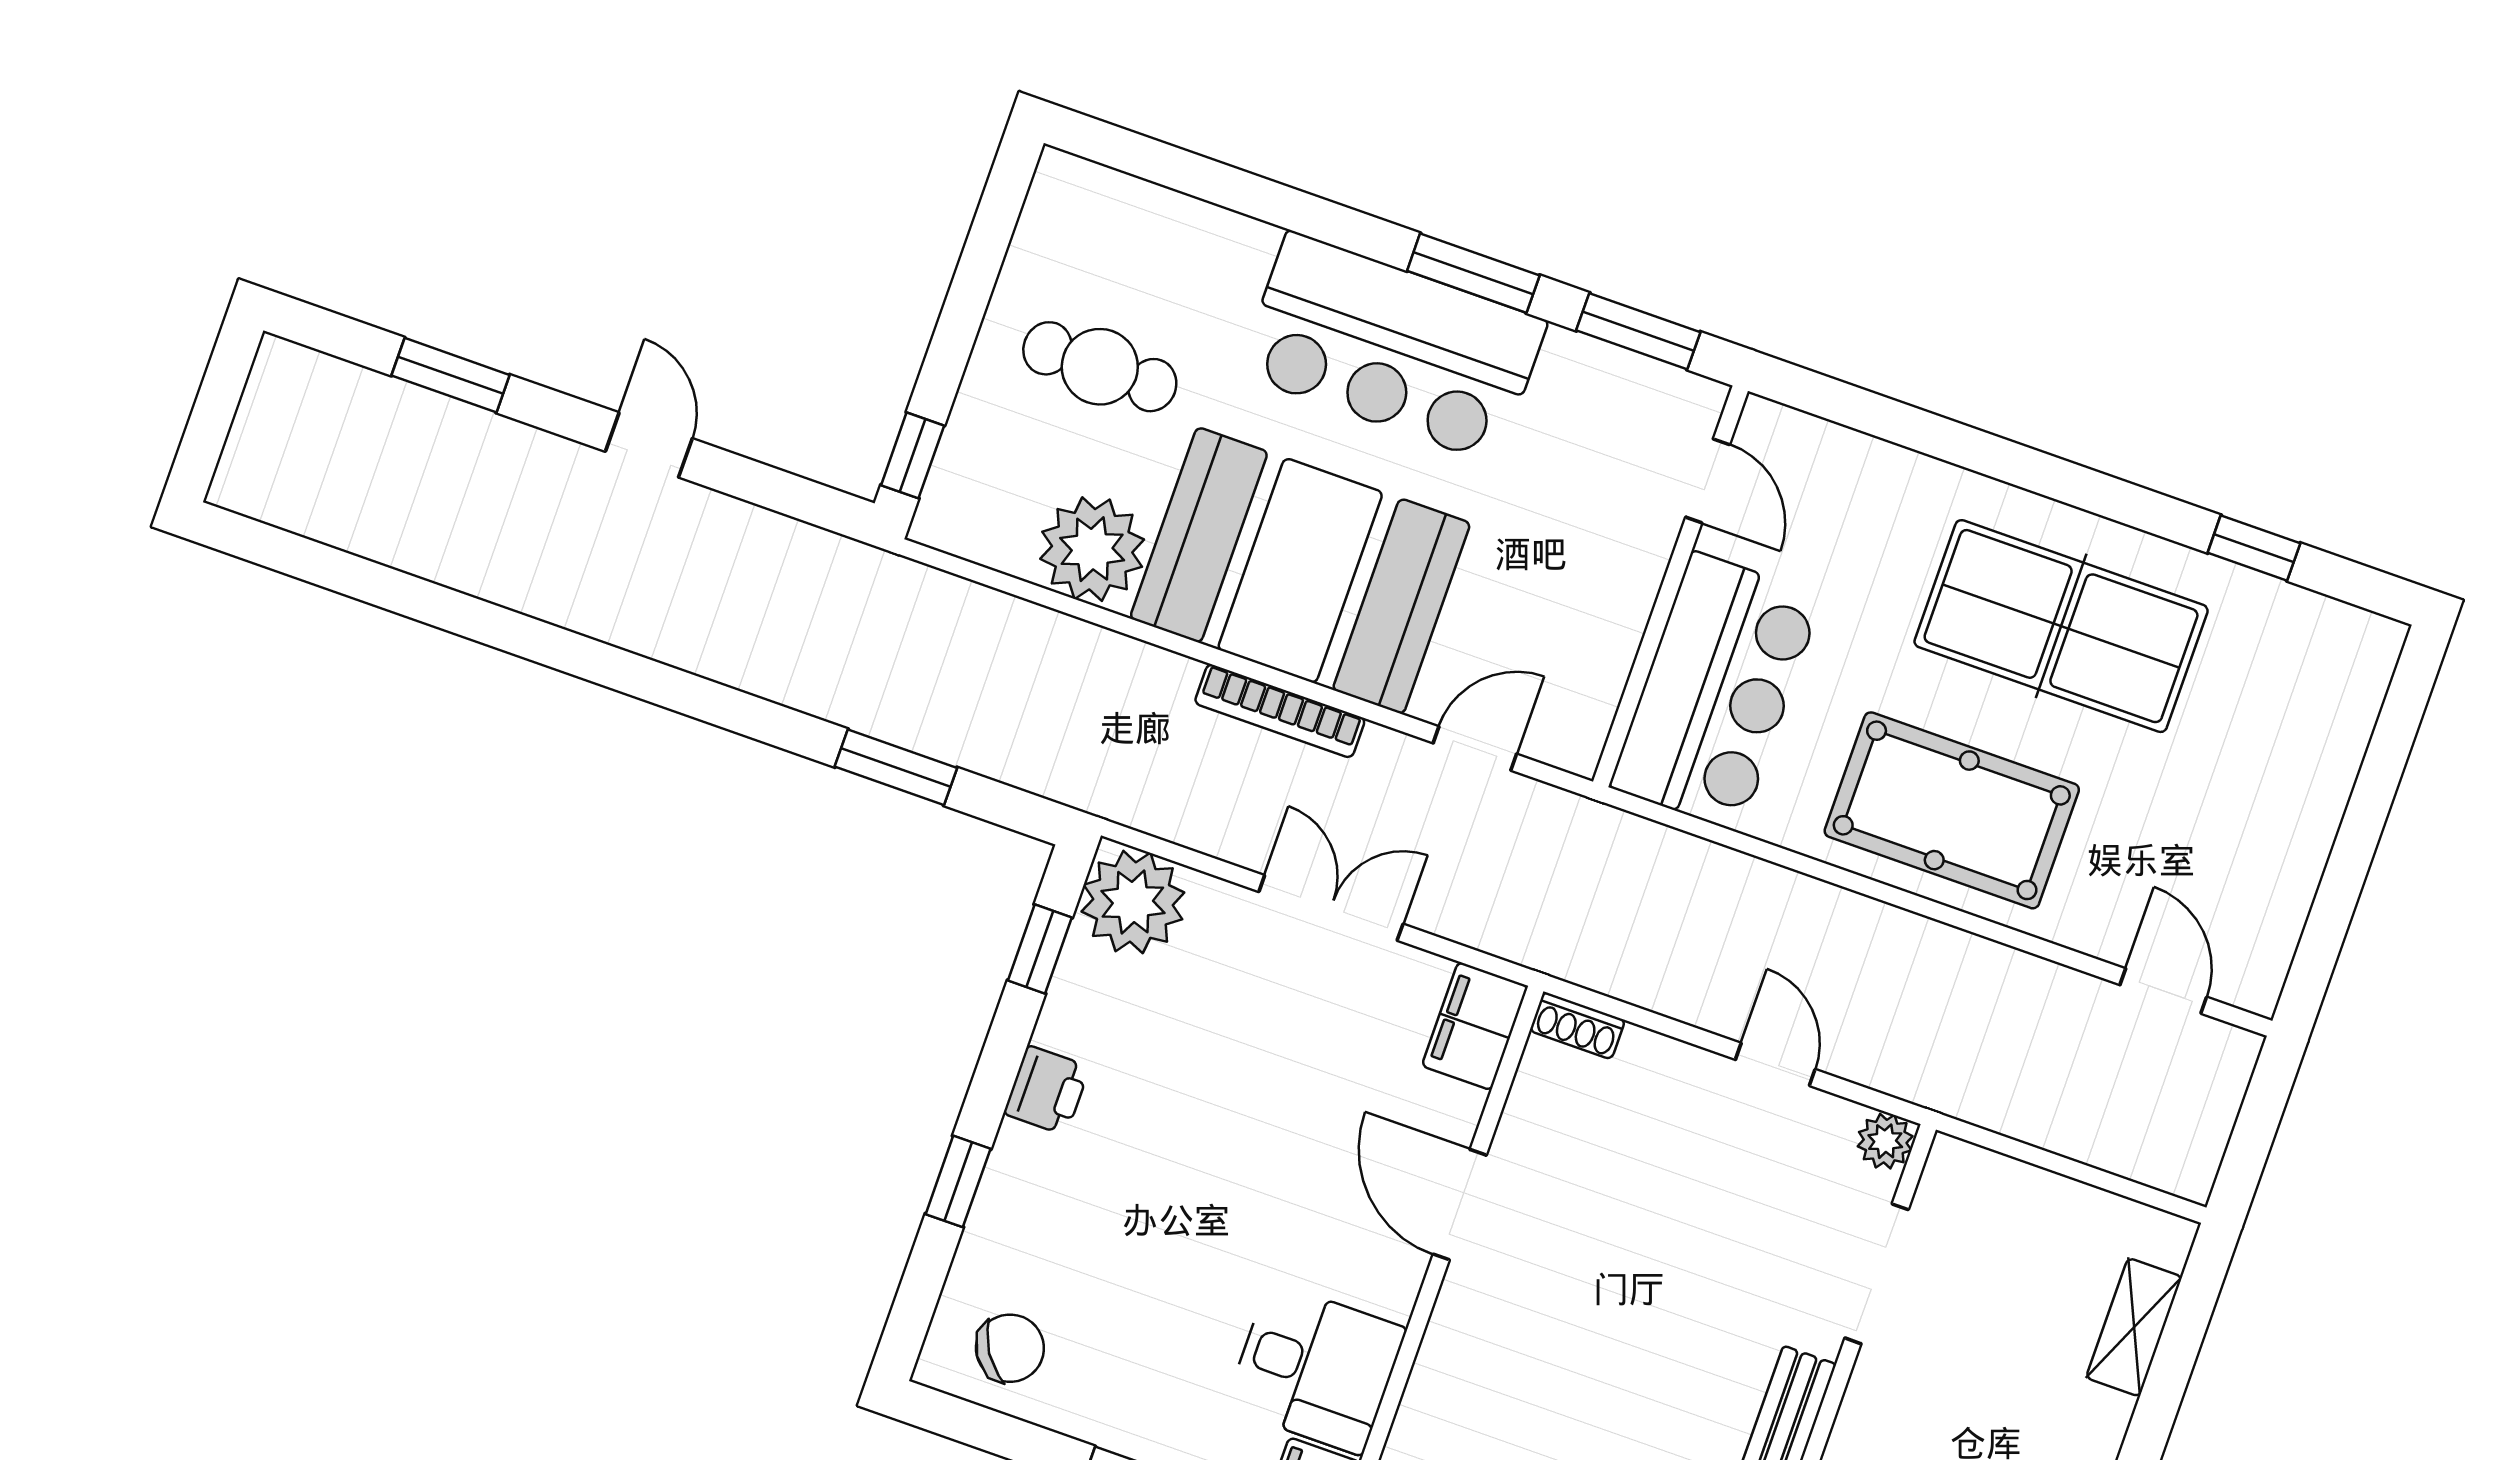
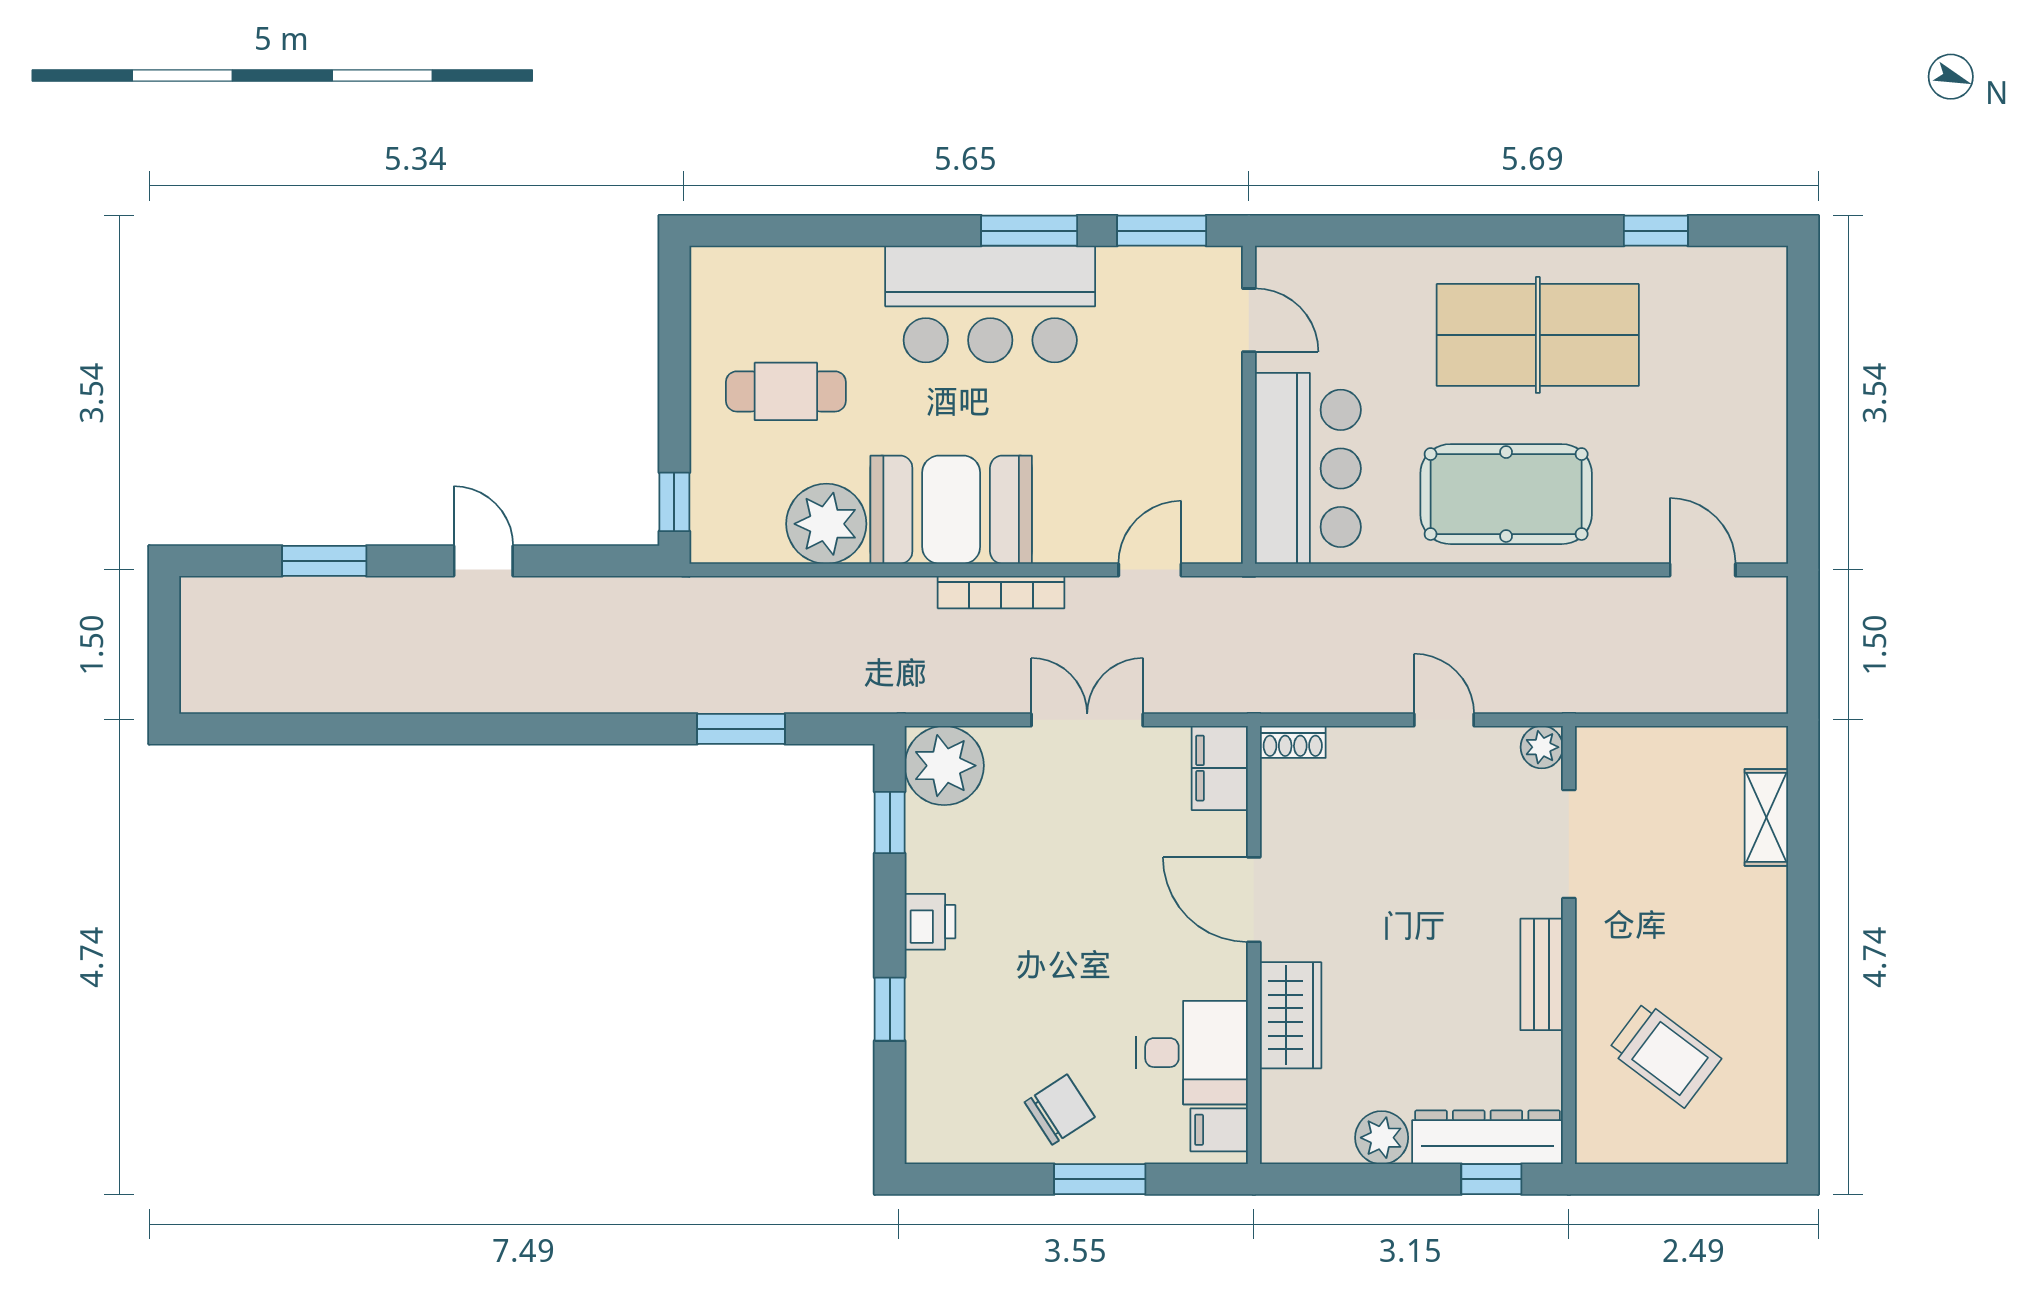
booth: (1300, 571) -> (951, 510), width x0.73, depth x0.70
chair: (1010, 1348) -> (1060, 1110), moved
wardrobe: (1455, 1365) -> (1291, 1015), added

